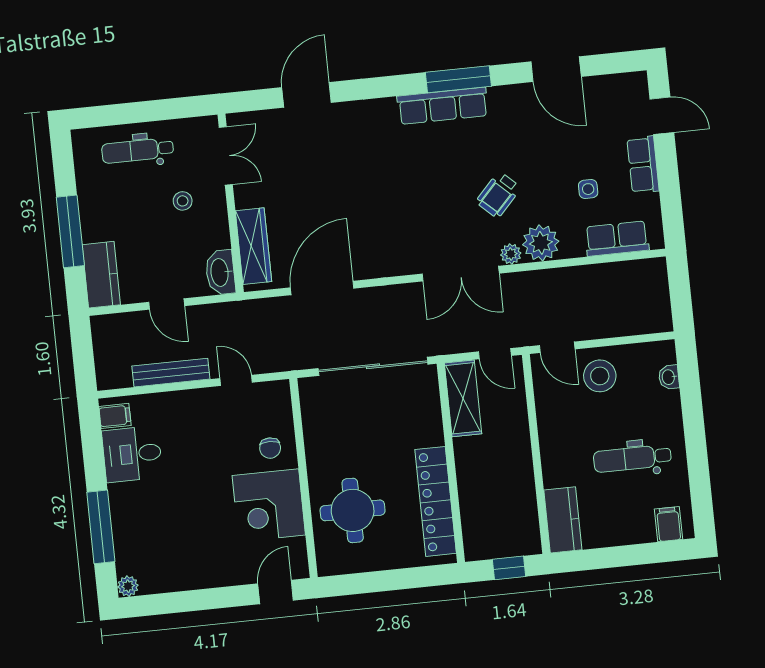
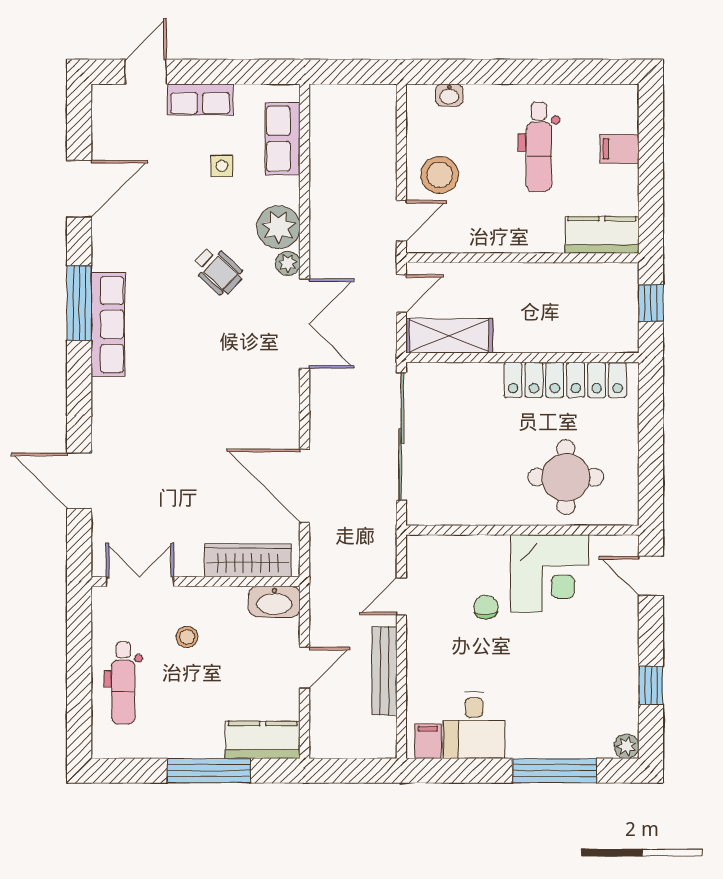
chair: (270, 448) -> (486, 607), moved, turned -90
filing cabinet: (669, 524) -> (620, 149), moved
window: (182, 602) -> (651, 685), added

